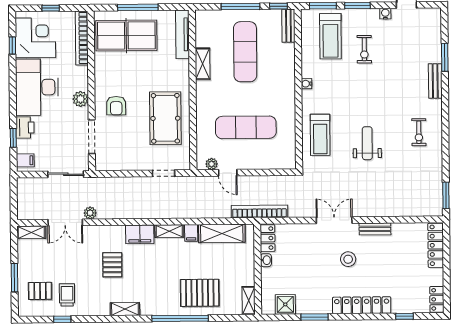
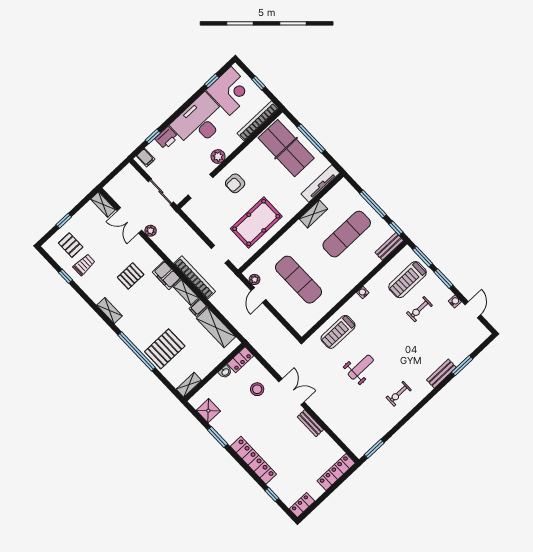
bookcase: (259, 211) -> (195, 277), moved
stool: (348, 259) -> (257, 389), moved
window: (14, 278) -> (64, 221), width x0.67
pallet: (200, 293) -> (165, 349), turned 90

